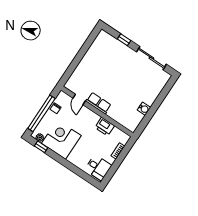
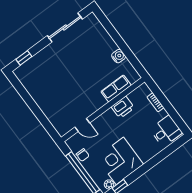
window: (124, 40) -> (24, 58), moved
row of seats: (98, 103) -> (116, 88), moved

